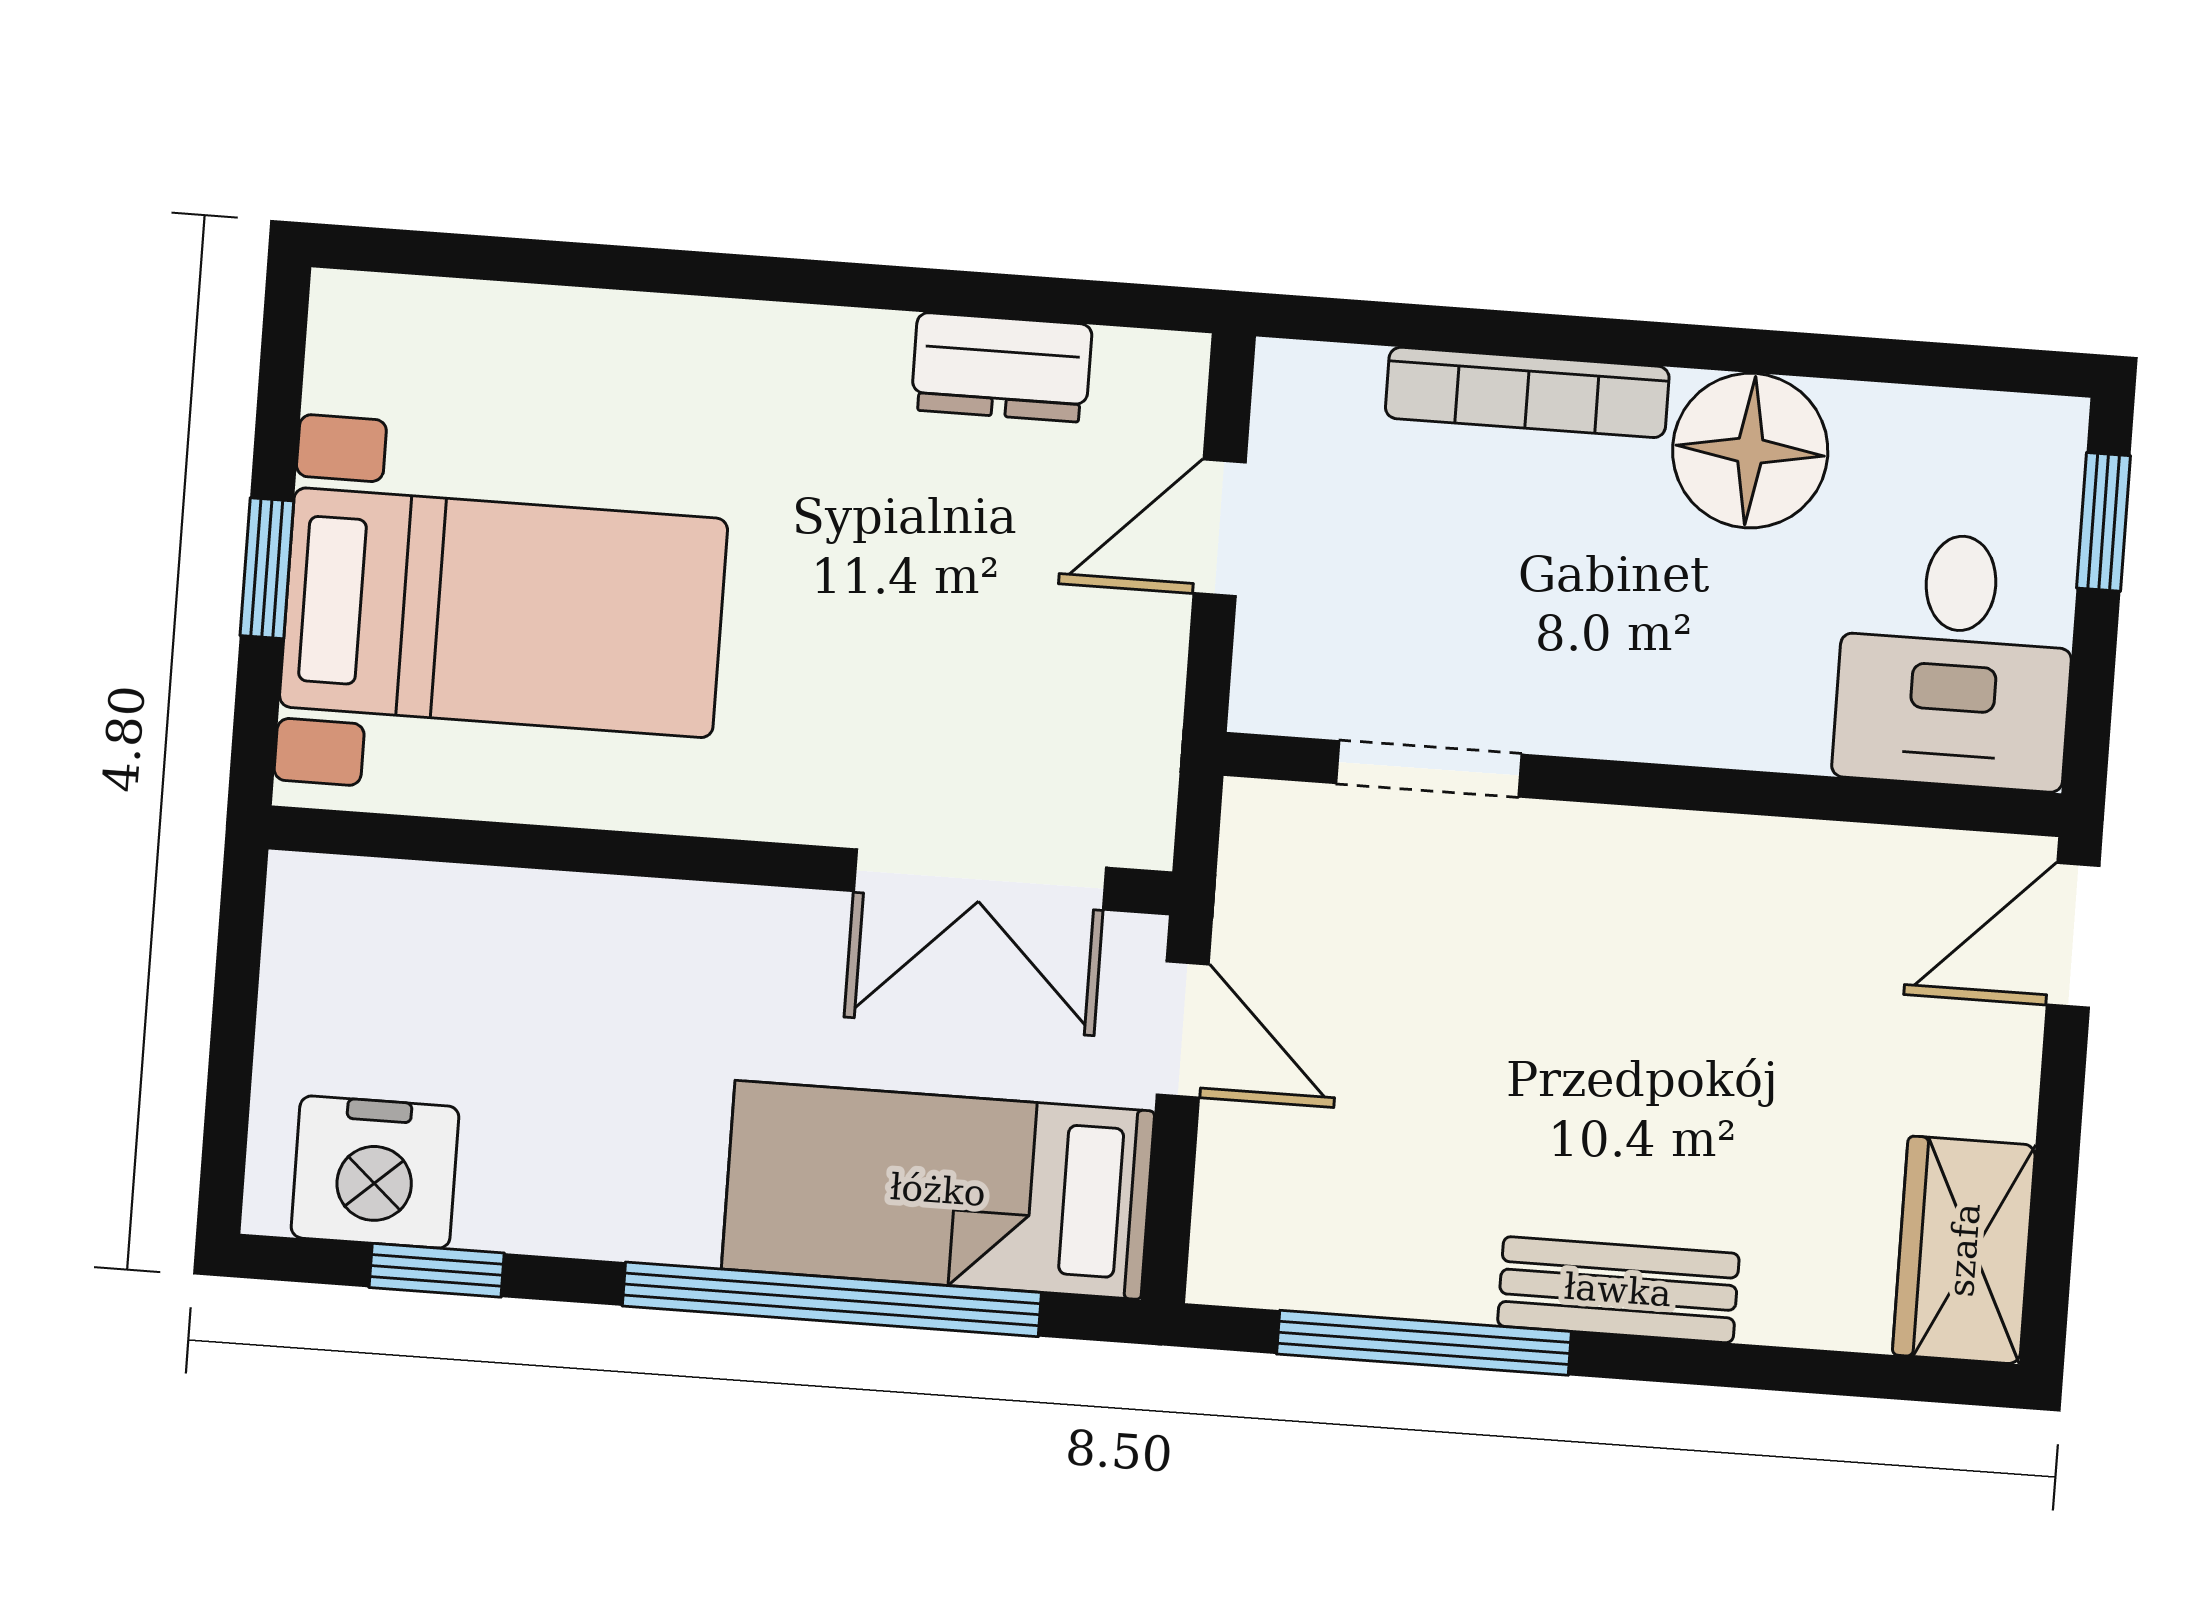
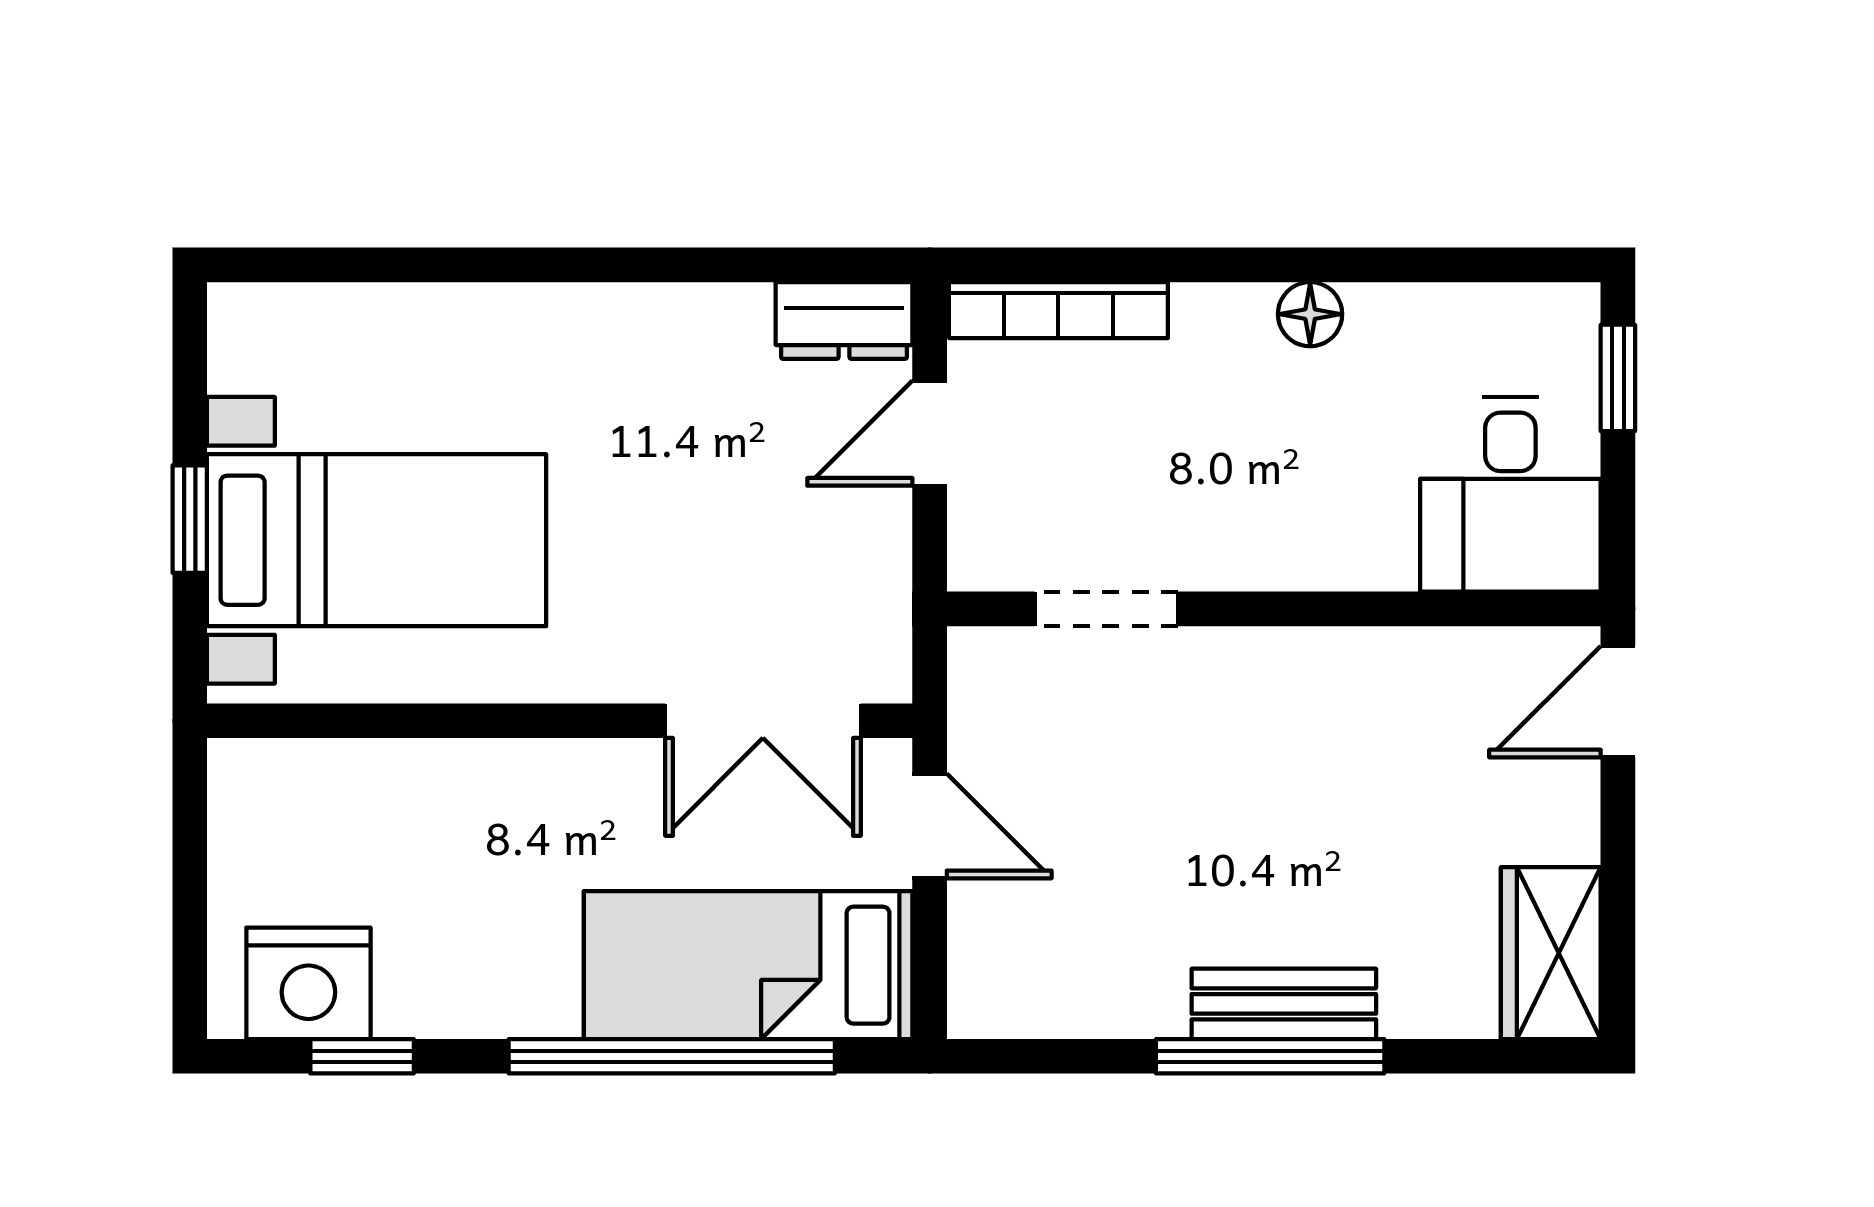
dresser: (1002, 367) -> (844, 320), moved
bookcase: (1527, 392) -> (1058, 310), moved
floor lamp: (1750, 451) -> (1310, 314), width x0.53, depth x0.53
window: (1424, 1343) -> (1270, 1056), moved

